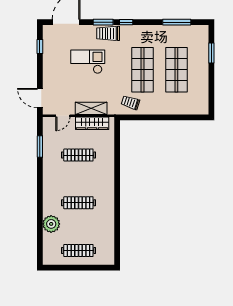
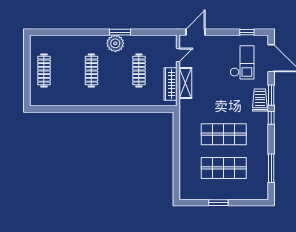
window: (211, 53) -> (218, 203), moved
checkout: (88, 62) -> (242, 62), moved
trolley: (130, 103) -> (191, 122), removed
door: (63, 116) -> (178, 55), swing flipped
window: (40, 147) -> (120, 32), moved
plant: (51, 224) -> (115, 43), moved

